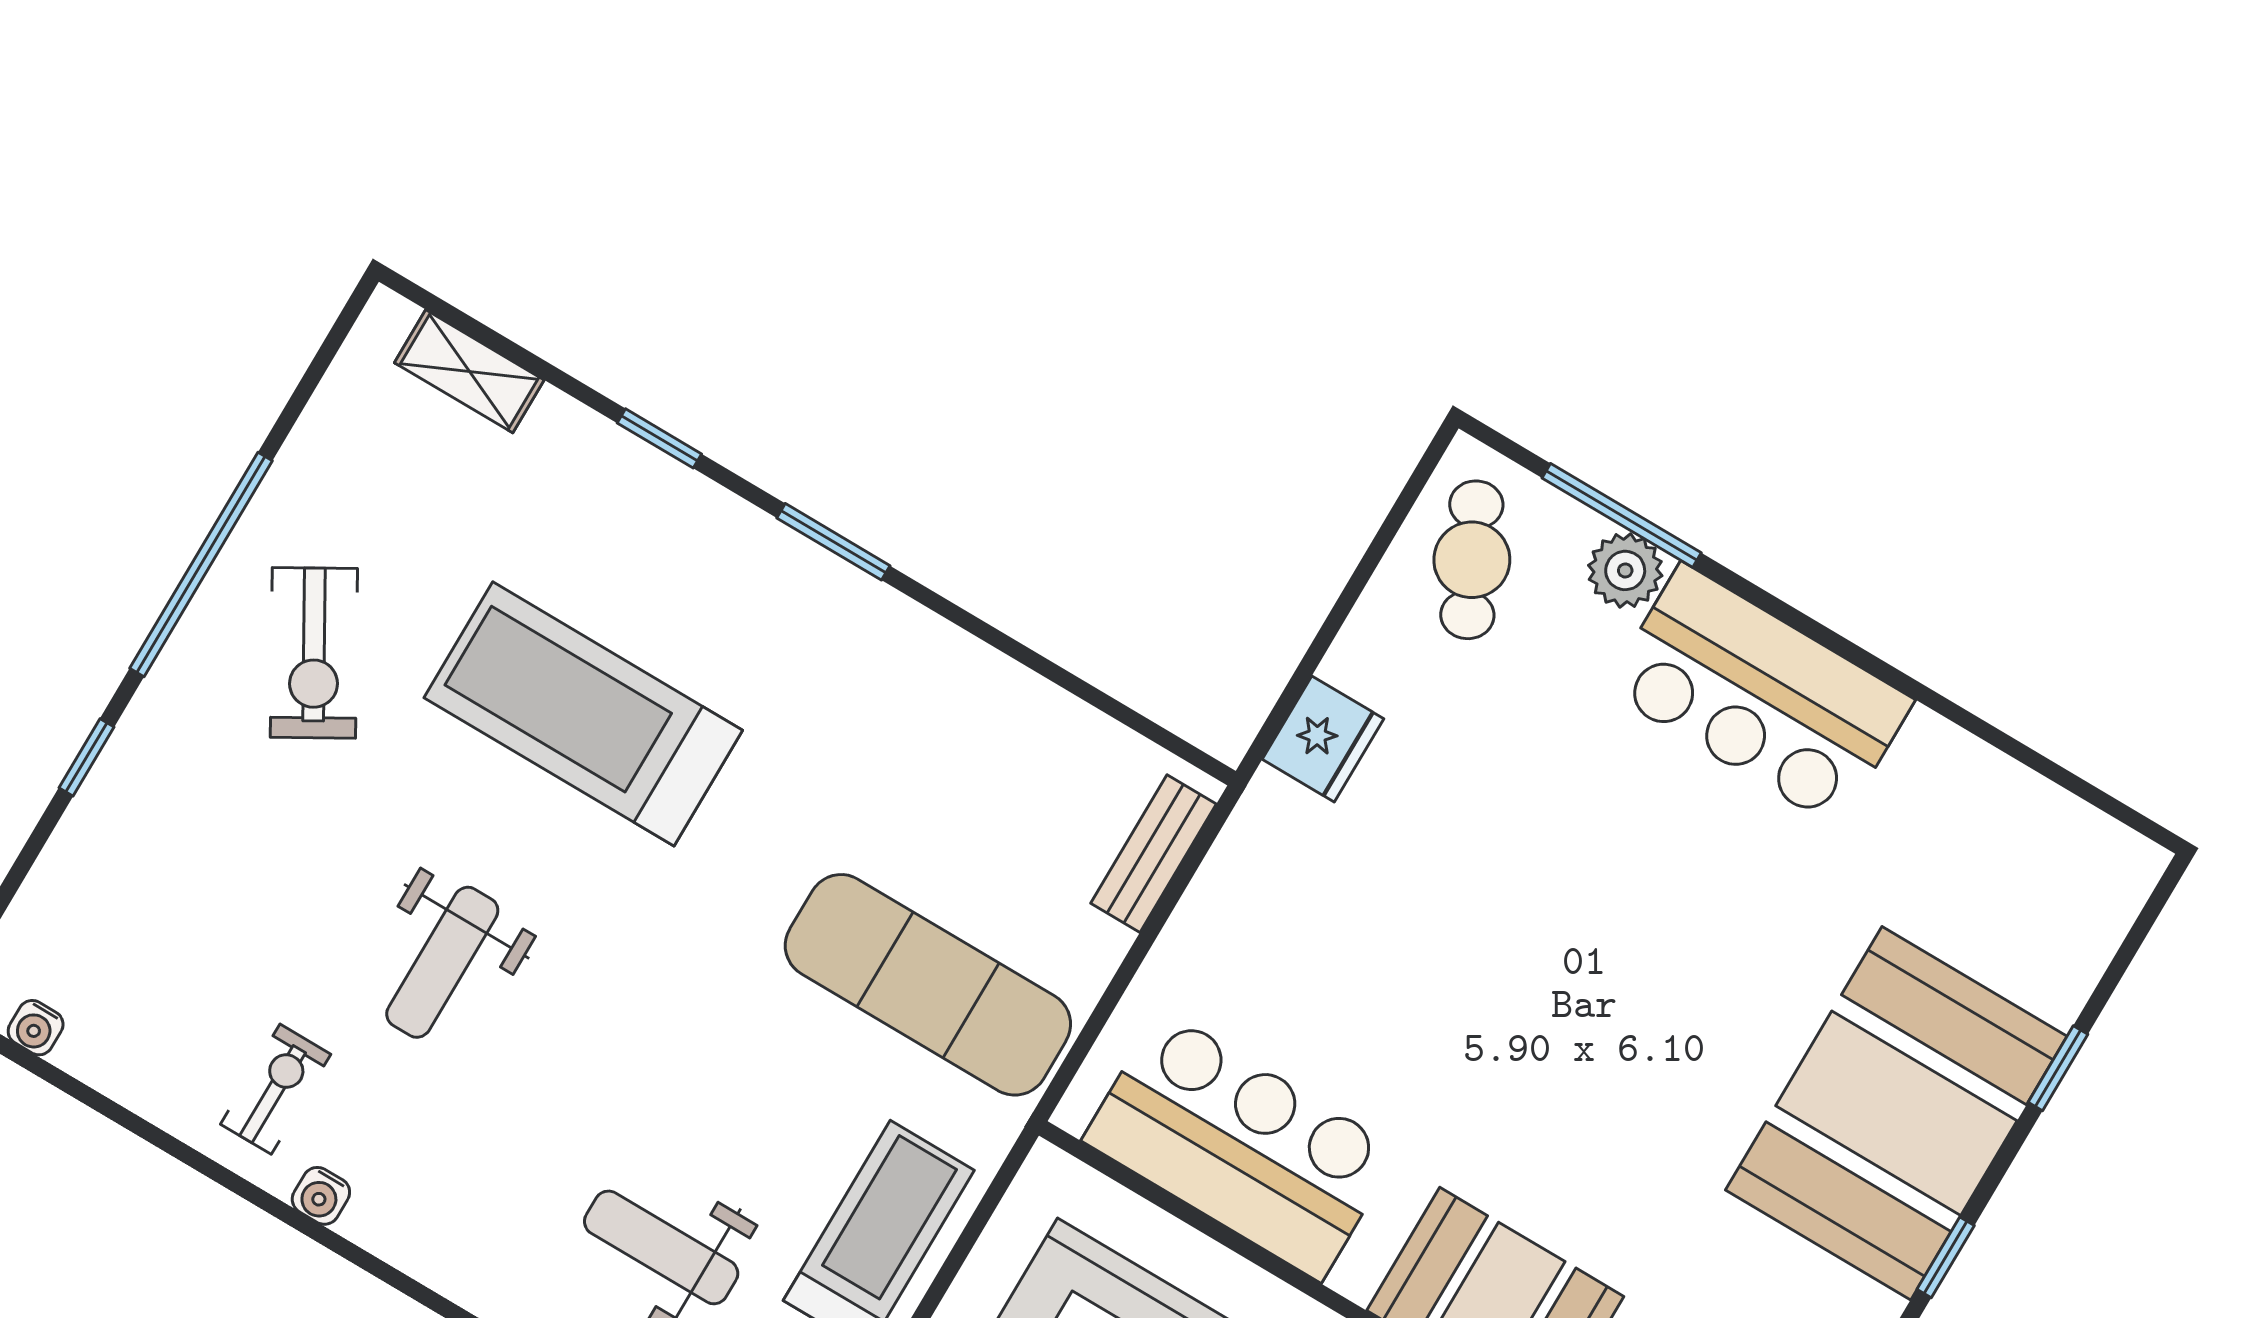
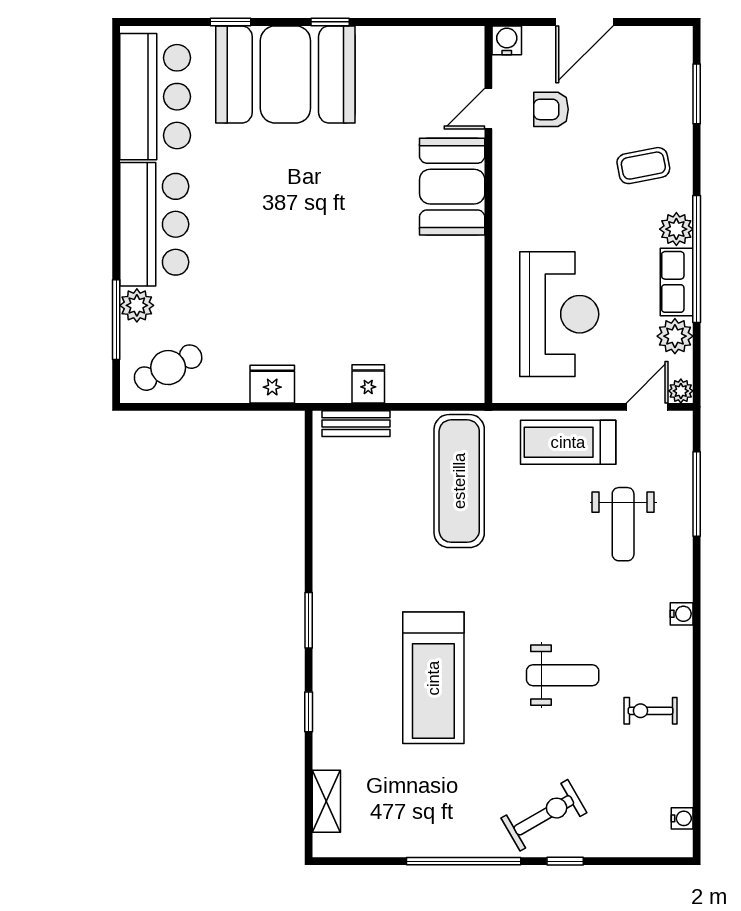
exercise bike: (314, 653) -> (544, 815), moved
fridge: (1215, 922) -> (368, 384), added
bar counter: (1241, 1145) -> (155, 97), moved, turned 180
water cooler: (321, 1196) -> (682, 614), moved

